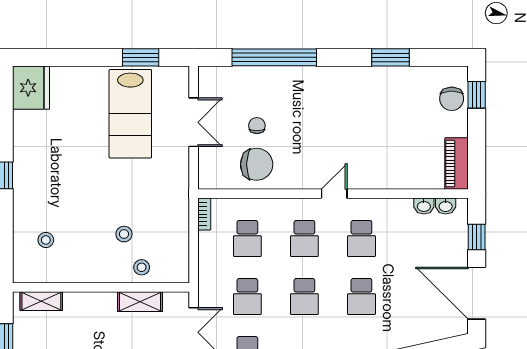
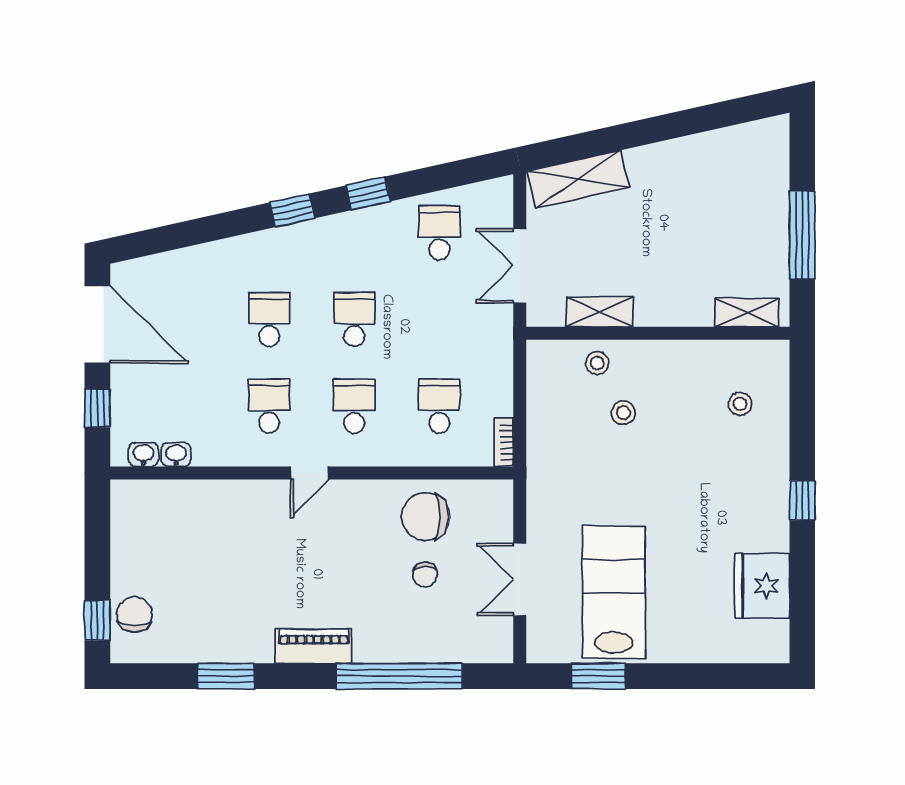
fridge: (31, 88) -> (762, 586), moved
piano: (456, 164) -> (314, 646), moved, turned -90
school desk: (247, 296) -> (439, 320), removed

